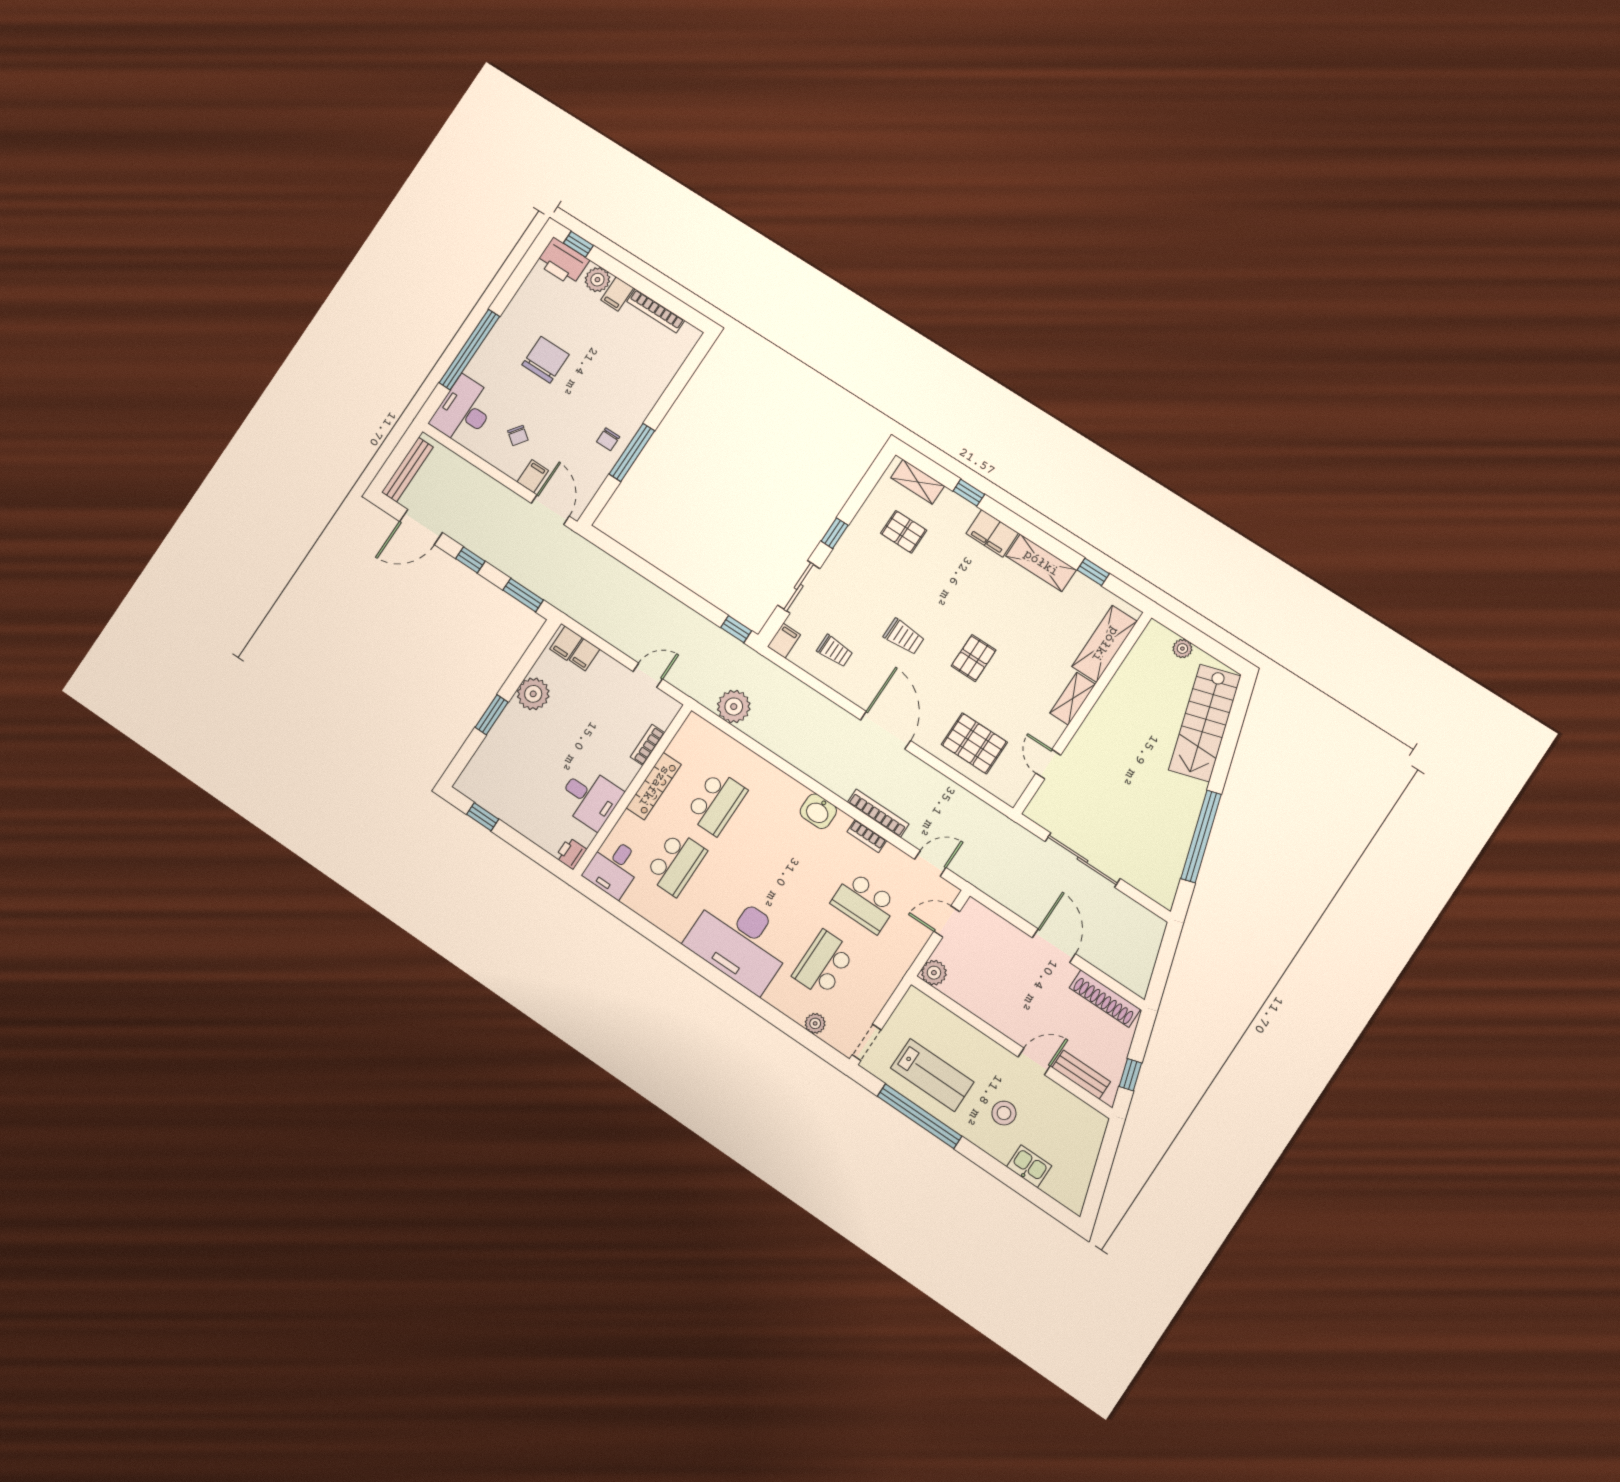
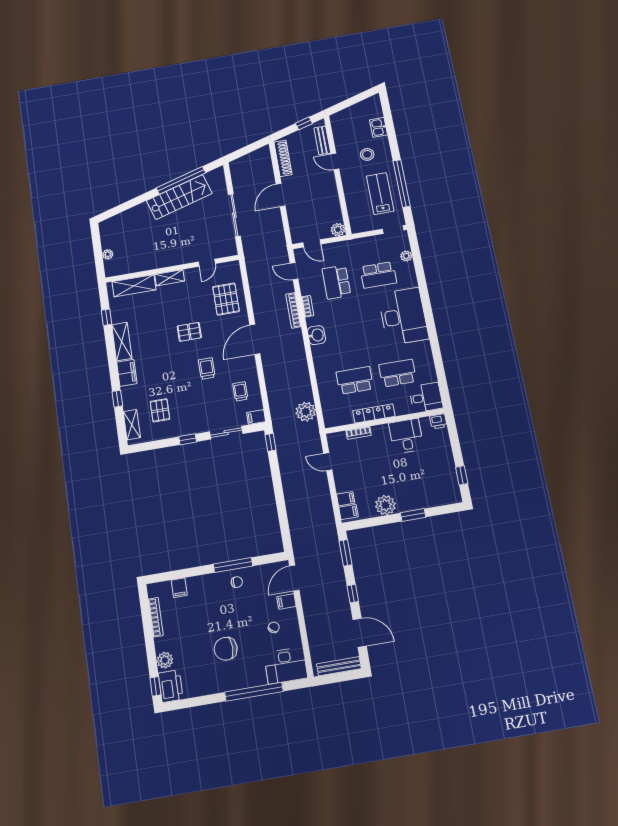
filing cabinet: (617, 294) -> (179, 588), moved, turned 90
stairs: (1205, 723) -> (179, 197), moved
school desk: (864, 902) -> (336, 282), turned 180

